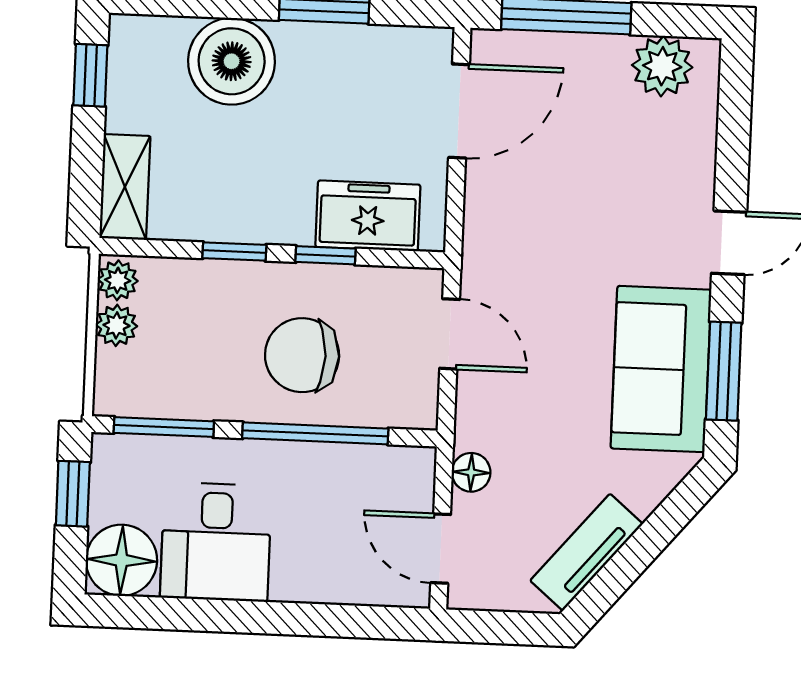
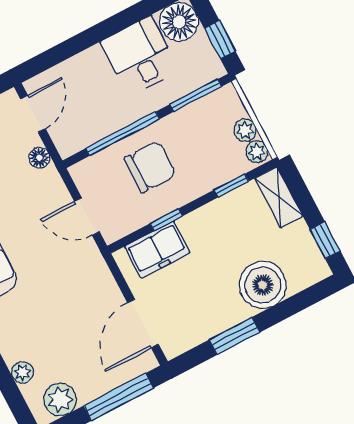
plant: (697, 144) -> (22, 372), added
window: (234, 252) -> (232, 185), moved
door: (441, 549) -> (33, 114), hinge flipped

